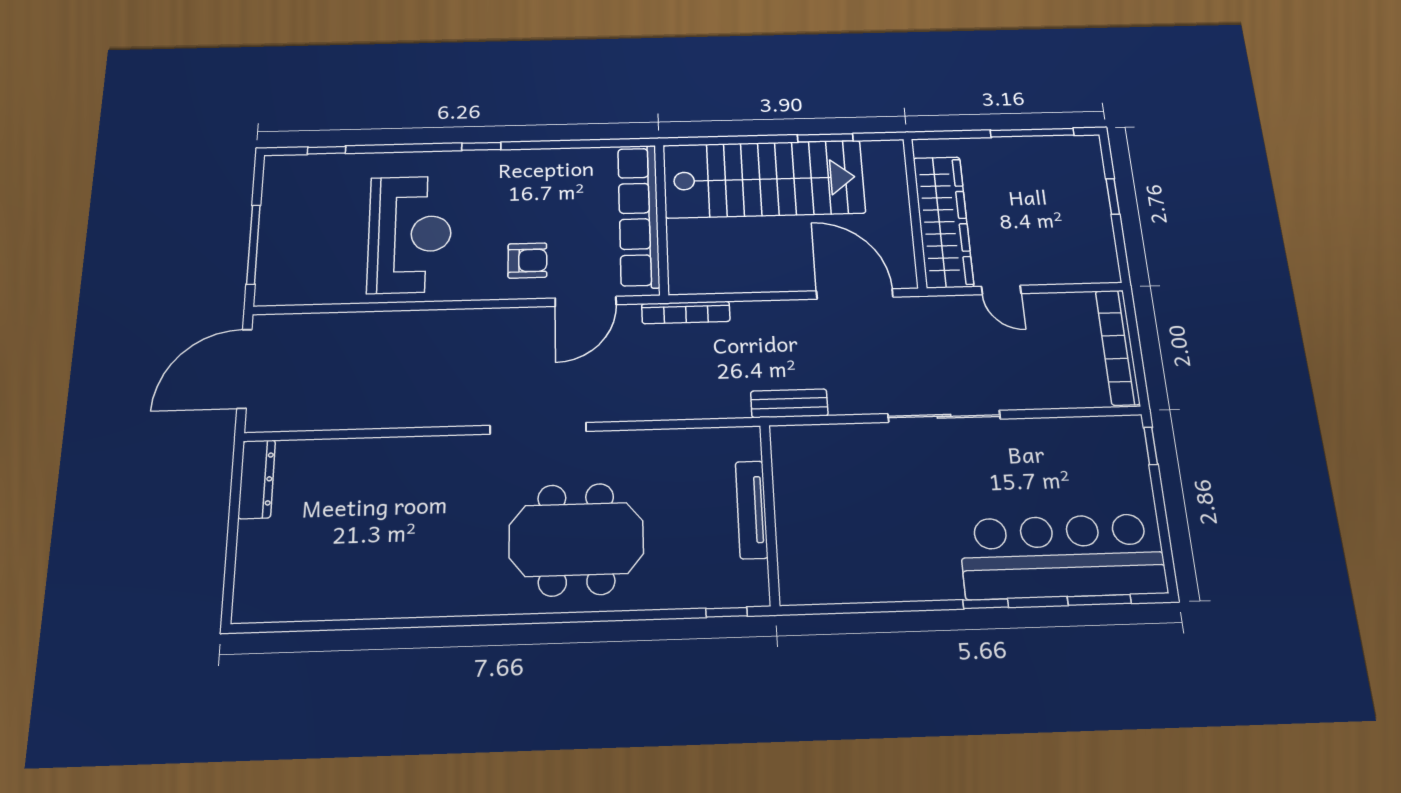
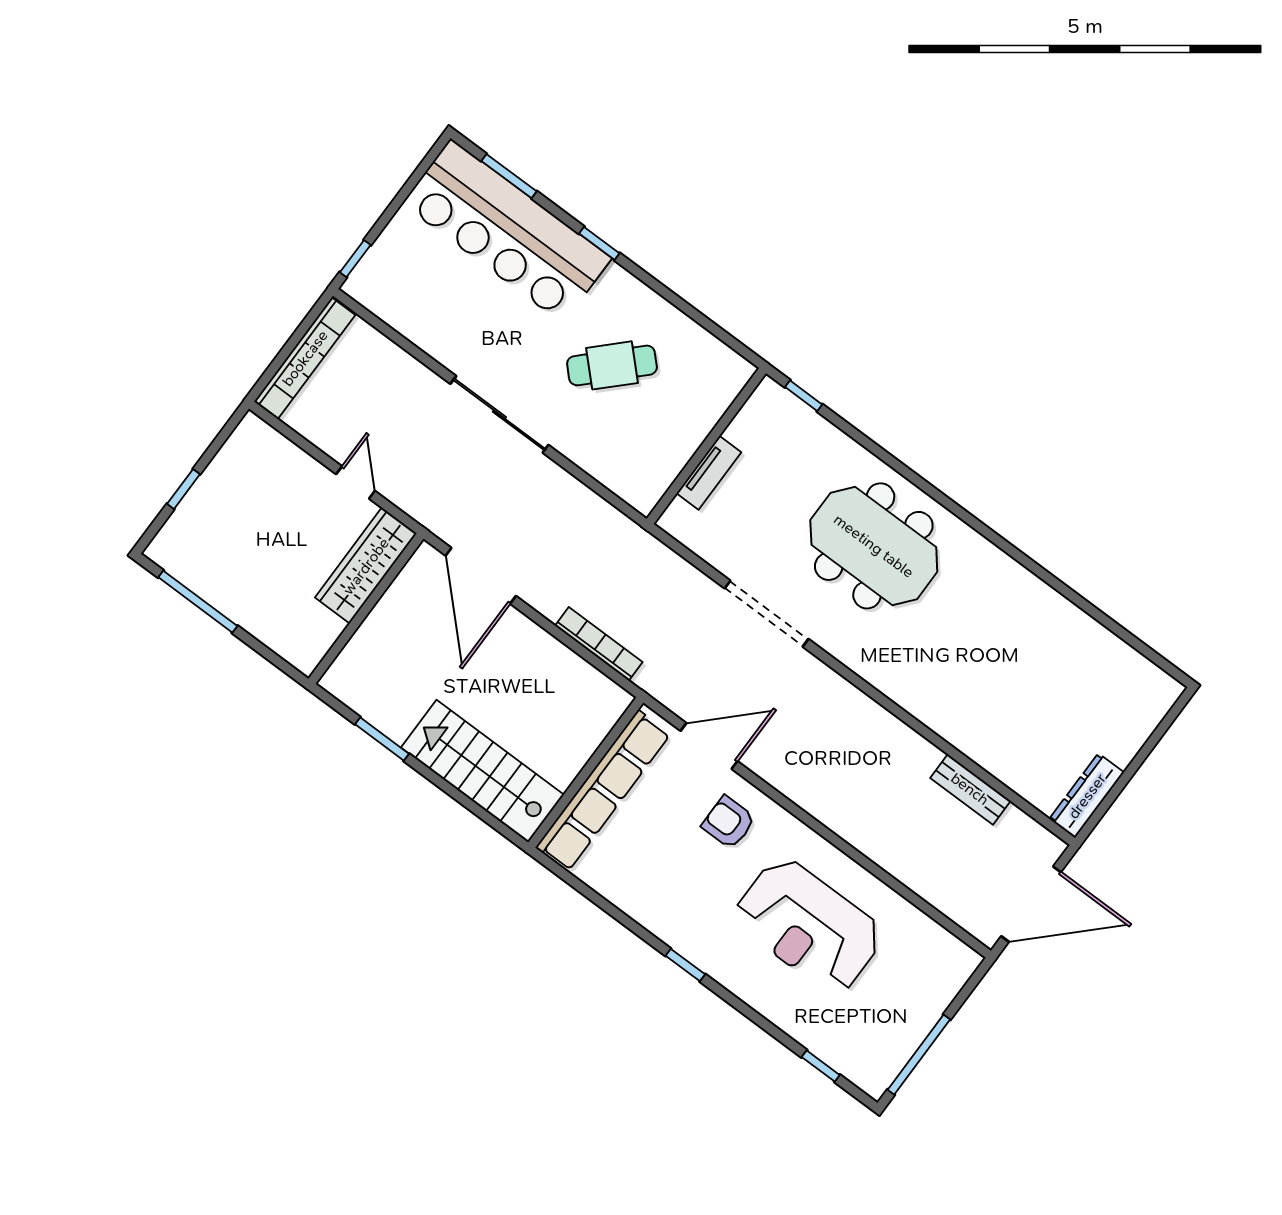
stairs: (764, 179) -> (482, 771), width x0.73, depth x0.66
wardrobe: (943, 222) -> (366, 566), width x0.71, depth x0.85
reception desk: (410, 234) -> (808, 926), turned -90
window: (253, 244) -> (919, 1055), moved
bookcase: (686, 313) -> (599, 644), moved
bench: (789, 403) -> (970, 789), moved
doorway: (538, 428) -> (767, 614), moved
tv unit: (752, 510) -> (709, 473), width x0.71
cafe table: (894, 518) -> (612, 365), added

